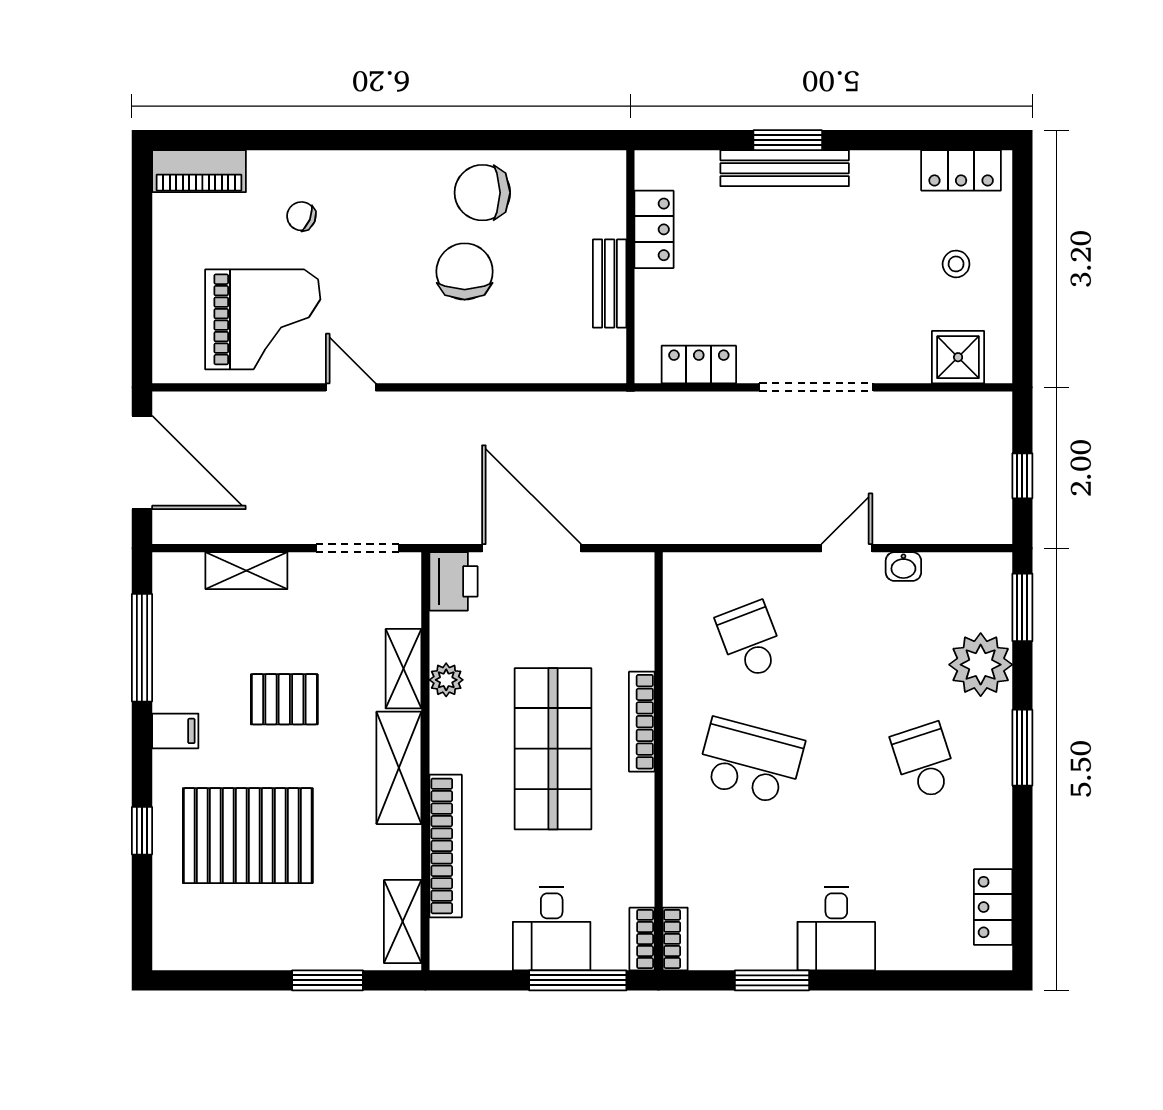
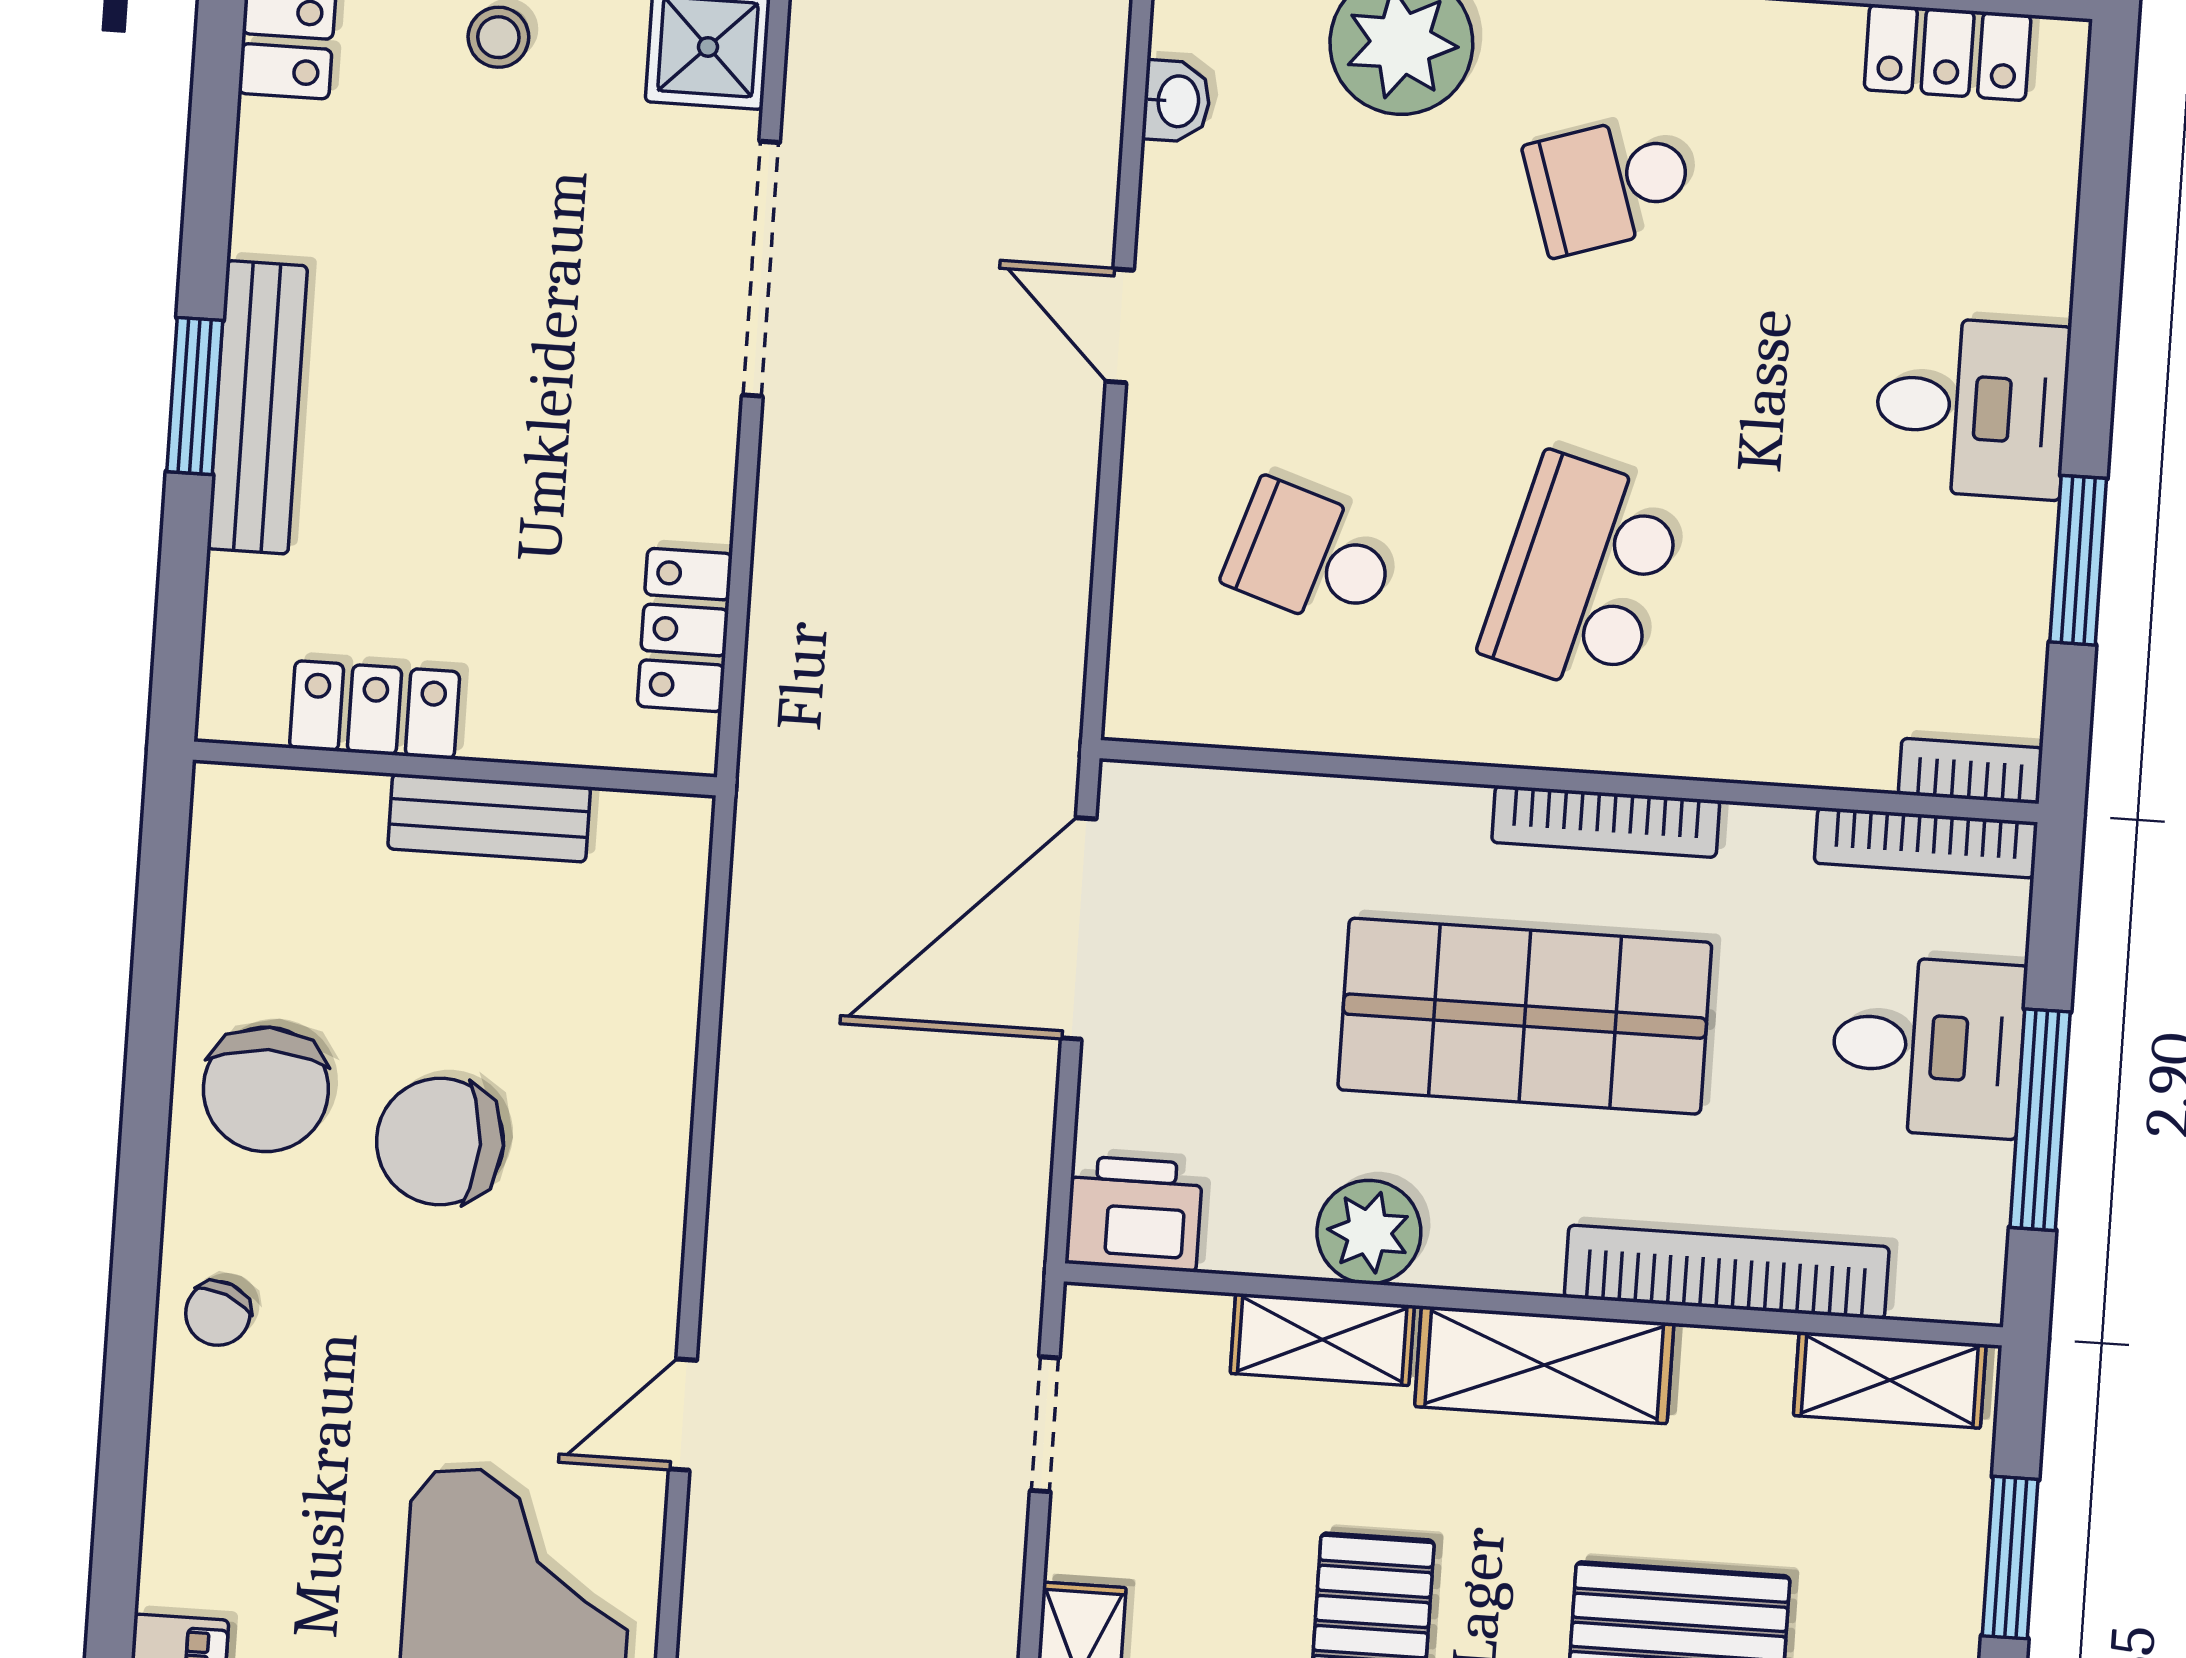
chair: (301, 216) -> (218, 1313), moved
doorway: (816, 387) -> (761, 269), moved
doorway: (357, 548) -> (1045, 1424), width x0.73
door: (532, 548) -> (1079, 928), moved
washbasin: (903, 567) -> (1176, 101), moved
school desk: (750, 640) -> (1311, 556), turned 39
plant: (446, 680) -> (1369, 1232), width x1.38, depth x1.38
bookcase: (642, 722) -> (1606, 821), moved
bookcase: (642, 939) -> (1926, 843), width x1.56
window: (578, 980) -> (2040, 1120), moved

